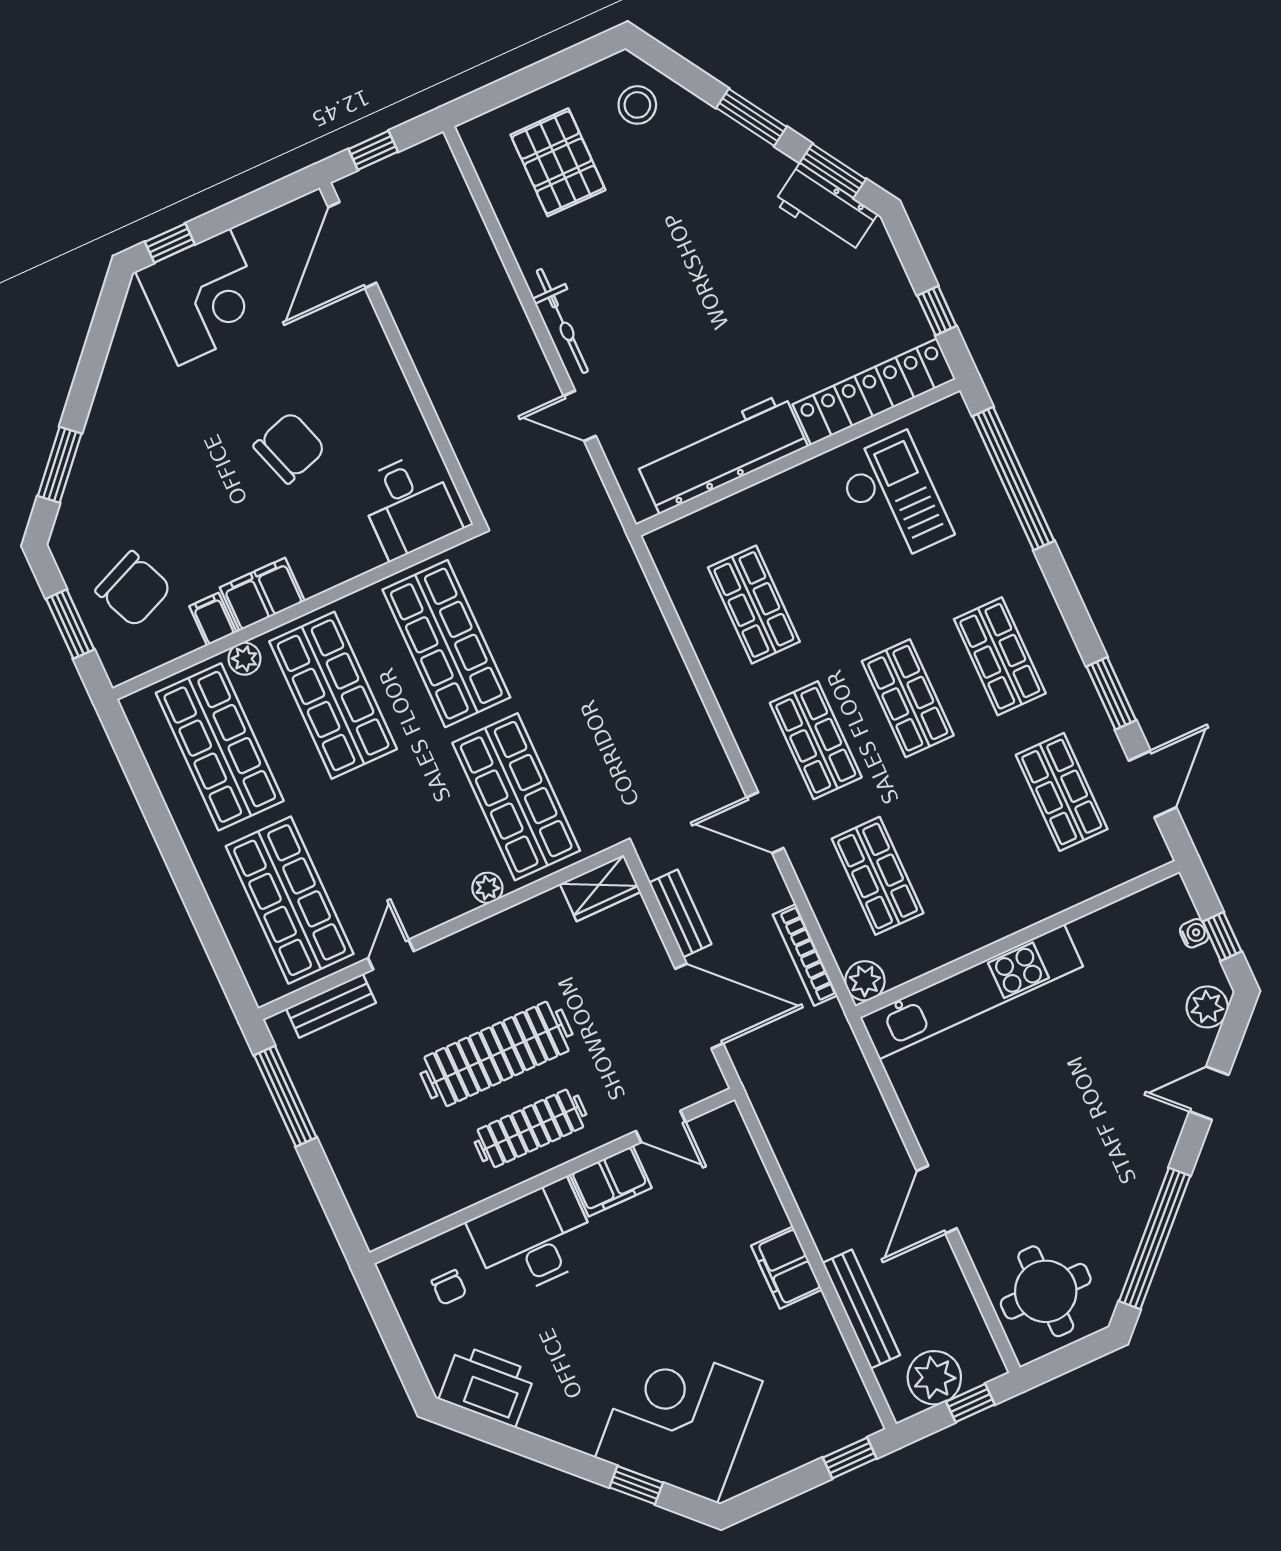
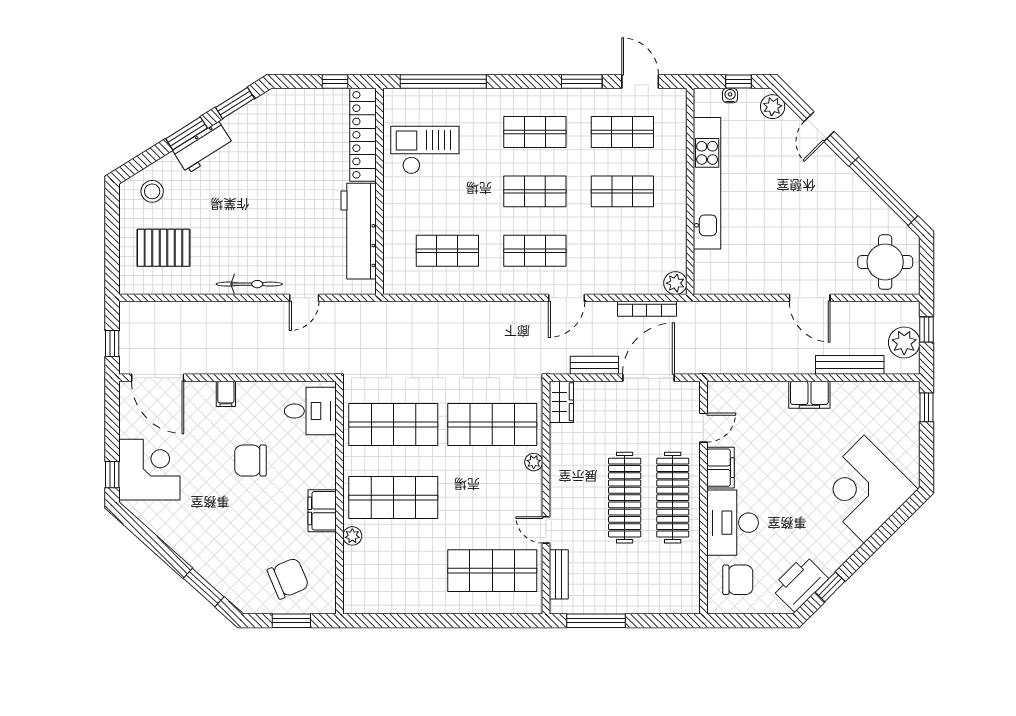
workbench: (826, 209) -> (203, 148), moved
chair: (290, 448) -> (250, 461), turned -72
filing cabinet: (213, 619) -> (226, 394), moved, turned -90
shop shelf: (220, 747) -> (393, 571), removed
shop shelf: (878, 876) -> (622, 191), moved
kitchen unit: (972, 992) -> (707, 183), moved
clothes rail: (530, 1128) -> (673, 498), width x1.37, depth x1.31
chair: (449, 1287) -> (738, 580), width x1.87, depth x1.87
window: (636, 1485) -> (830, 587), moved

